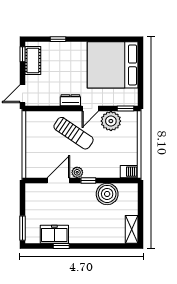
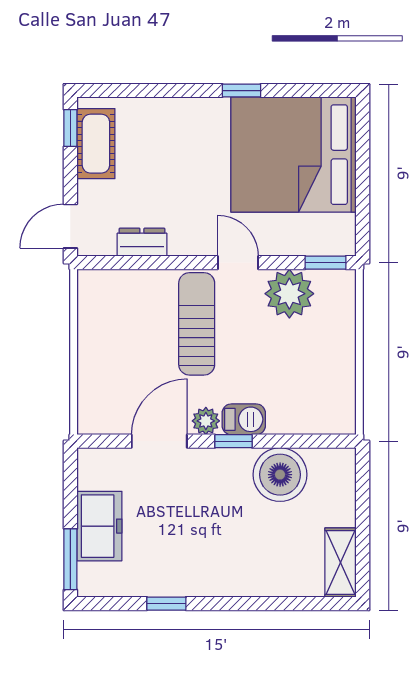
window: (58, 39) -> (242, 91), moved
dresser: (70, 100) -> (142, 242), moved
door: (90, 109) -> (238, 263), swing flipped
sun lounger: (74, 133) -> (197, 324), turned -124
barbecue: (129, 172) -> (244, 419), moved
freezer: (54, 234) -> (99, 526), moved, turned 90

